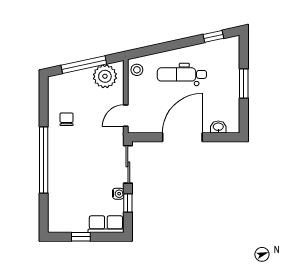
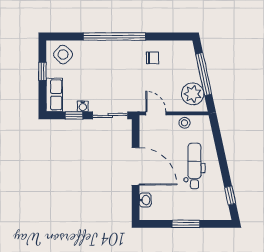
stool: (137, 70) -> (184, 123), moved
side table: (63, 215) -> (63, 55), added

